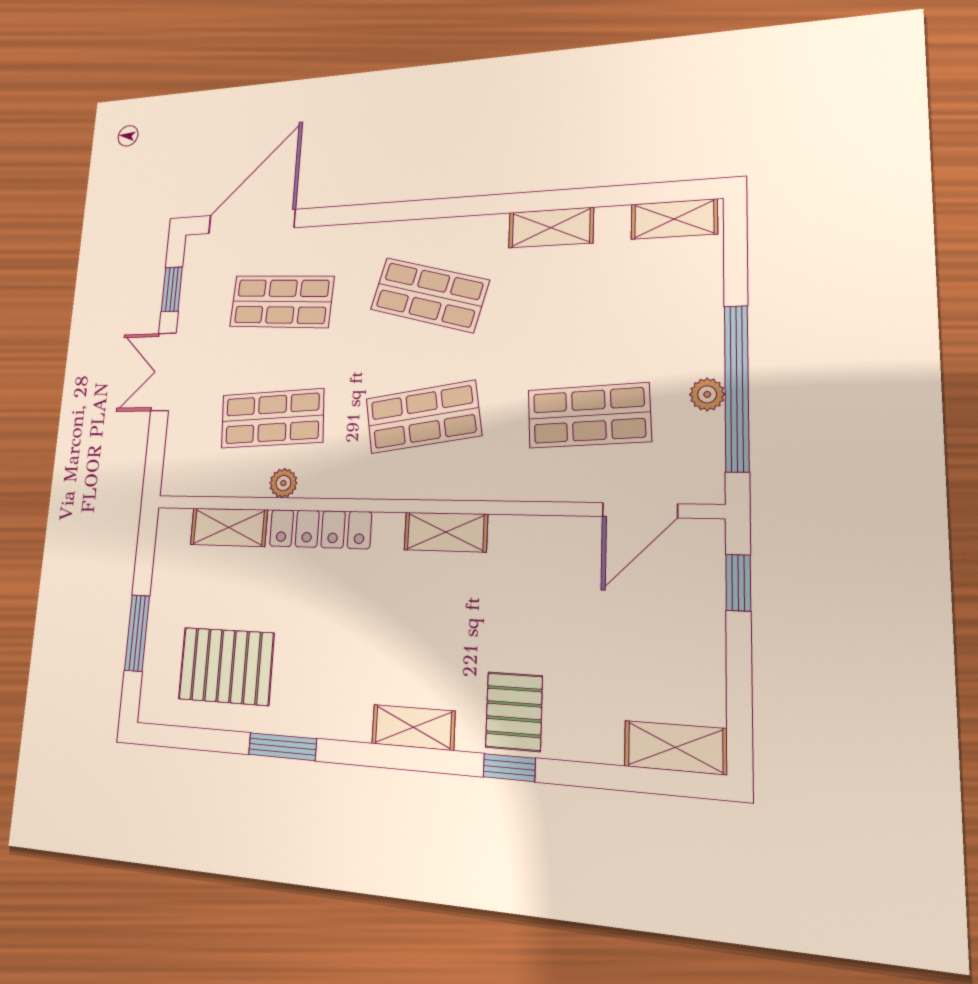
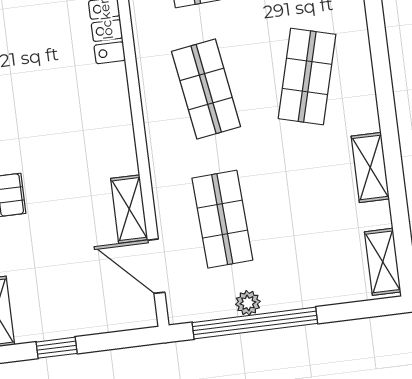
shelving: (446, 532) -> (129, 209), moved
window: (738, 583) -> (57, 348), moved

